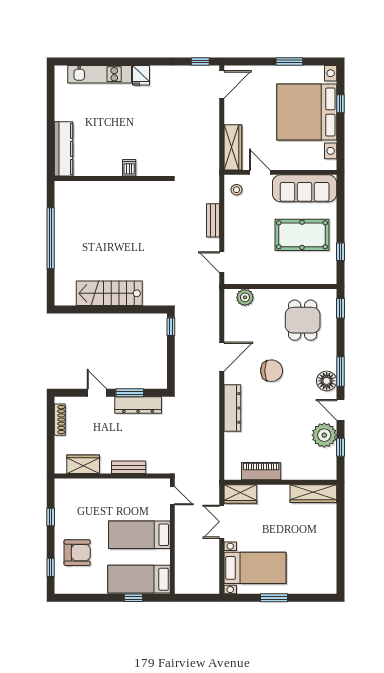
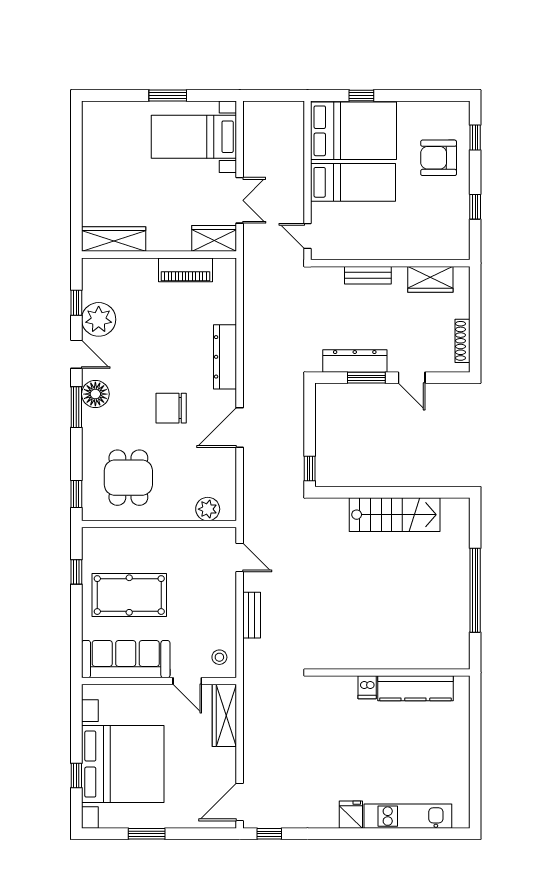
kitchen counter: (64, 149) -> (415, 688), moved, turned -90
bed: (139, 579) -> (354, 131), width x1.50

